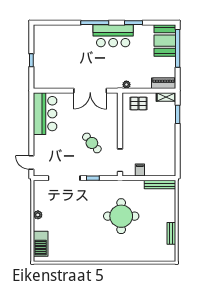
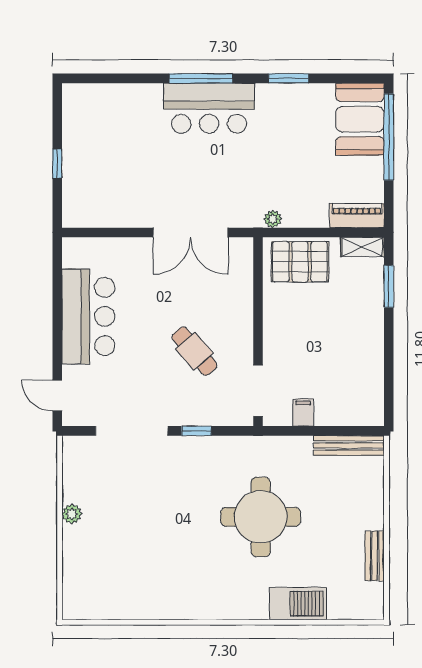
bar counter: (113, 36) -> (209, 108), moved
pallet: (138, 103) -> (300, 262), width x1.50, depth x1.42
bar counter: (45, 114) -> (88, 316), moved
barbecue: (41, 244) -> (298, 604), moved, turned -90

